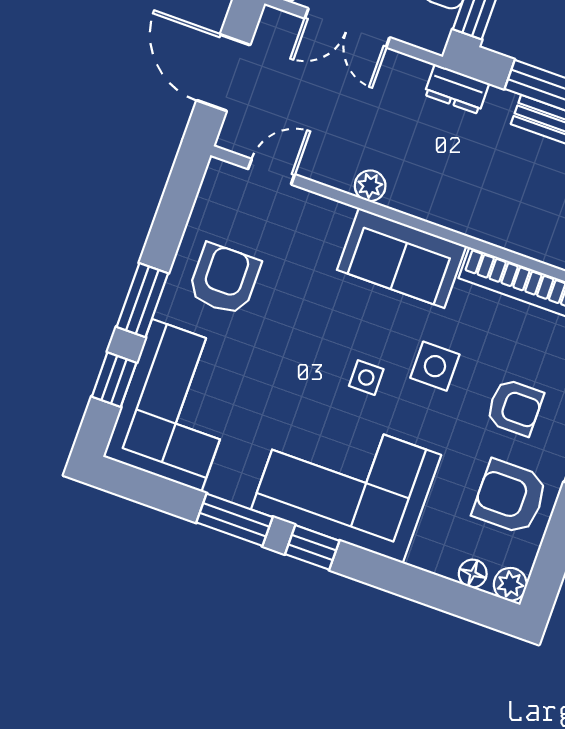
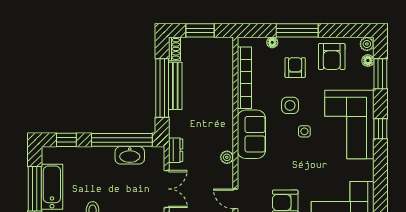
dresser: (457, 89) -> (176, 150), moved
window: (234, 520) -> (380, 74), moved

